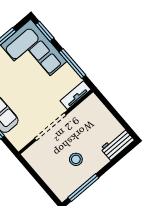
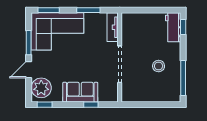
window: (72, 64) -> (88, 10), width x0.69
window: (125, 152) -> (183, 27), added

